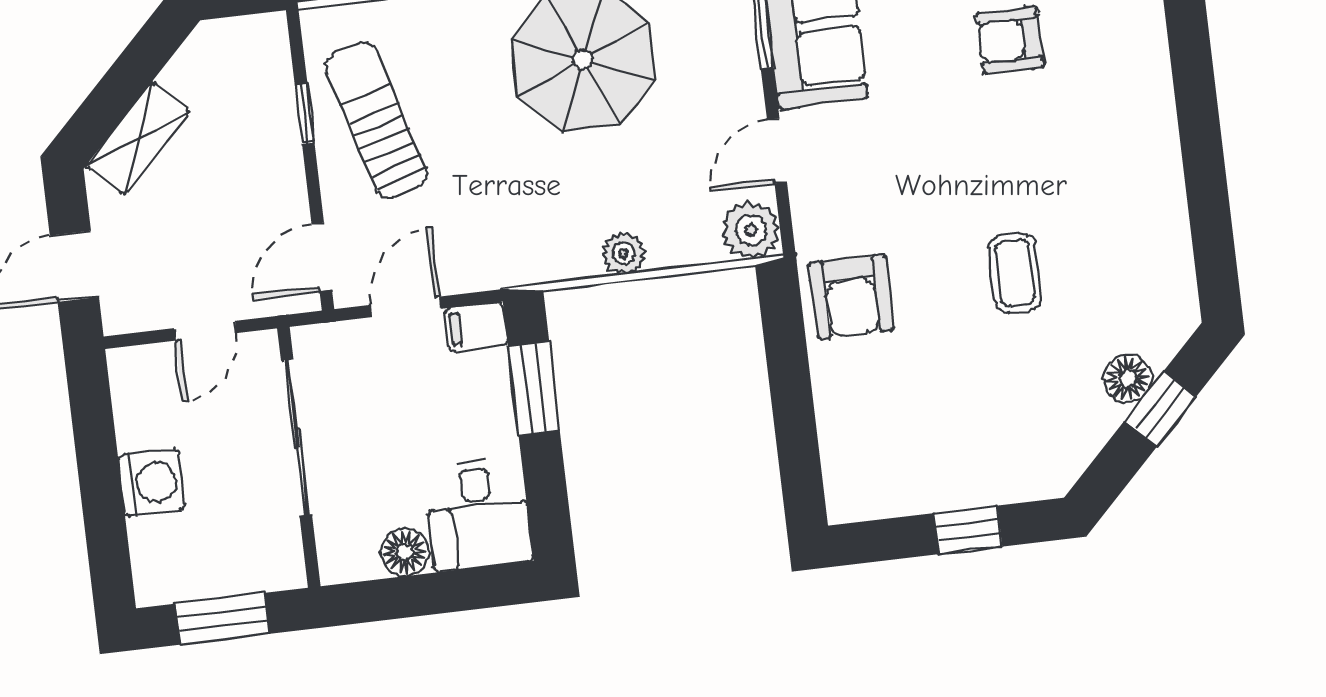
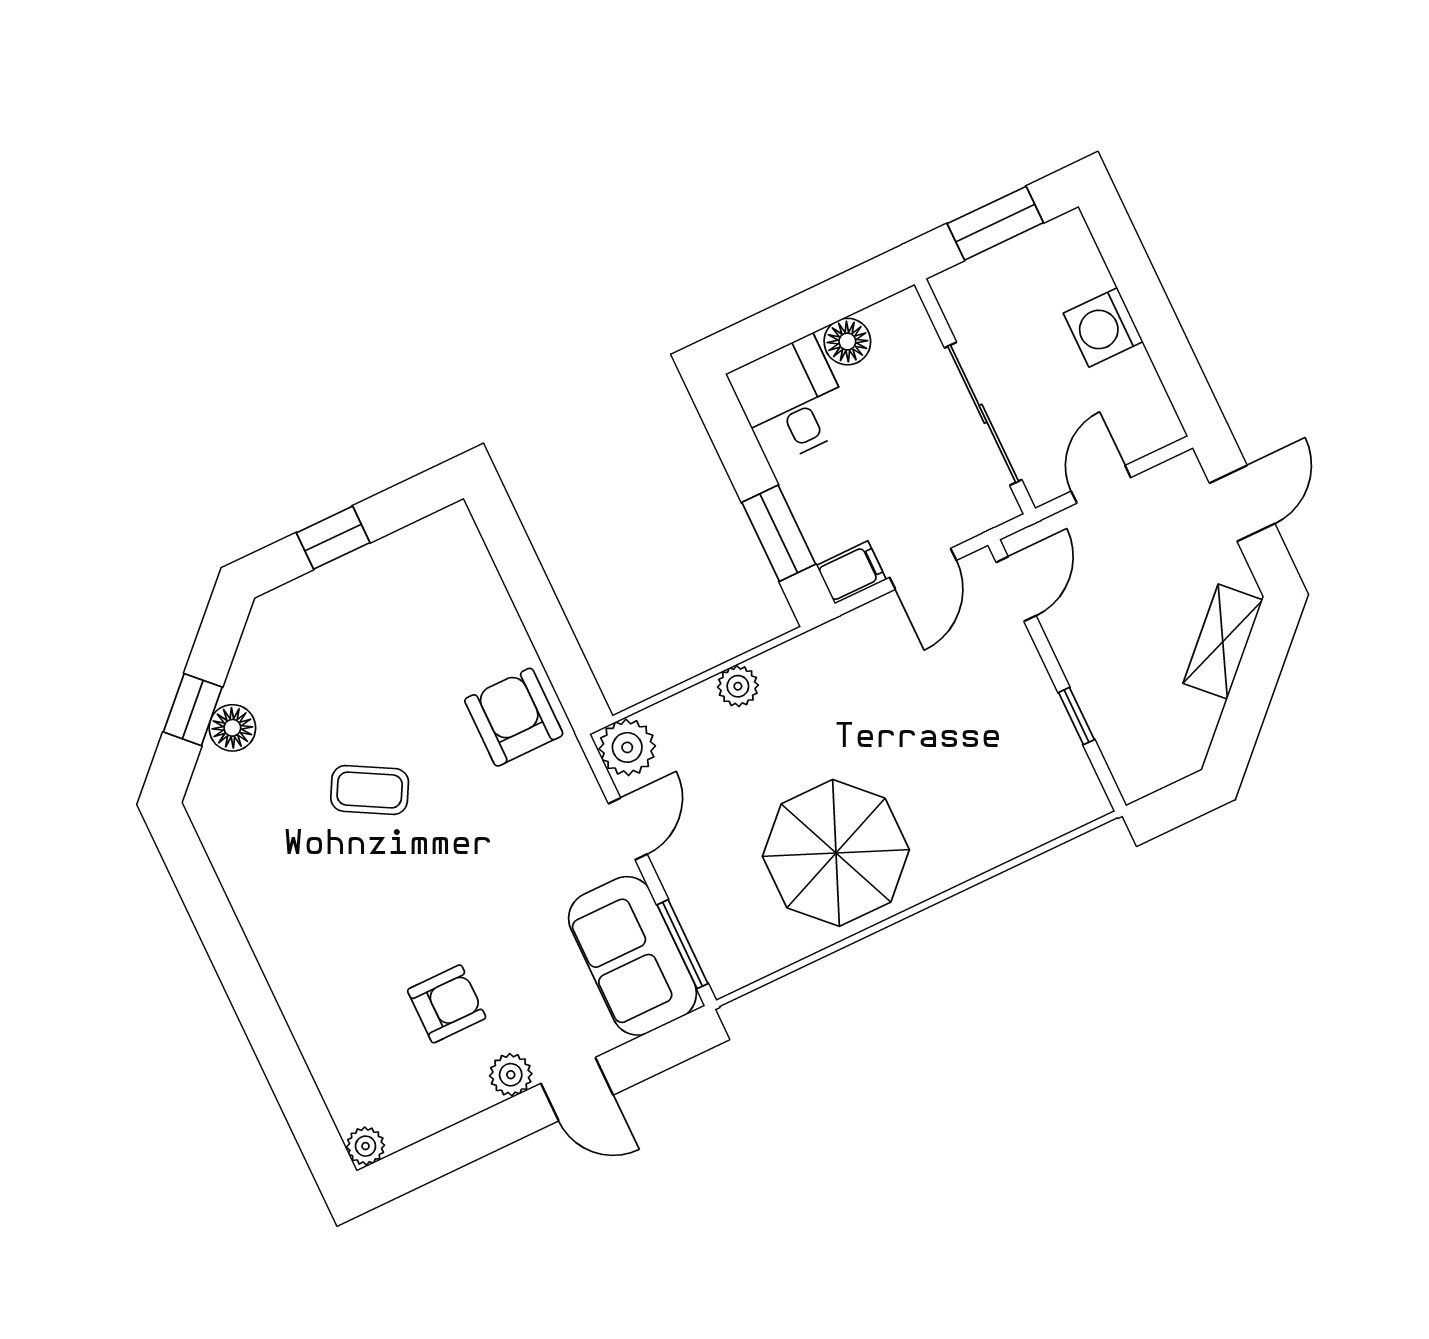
sun lounger: (376, 120) -> (1008, 733), removed
coffee table: (1015, 273) -> (370, 790), turned -61

